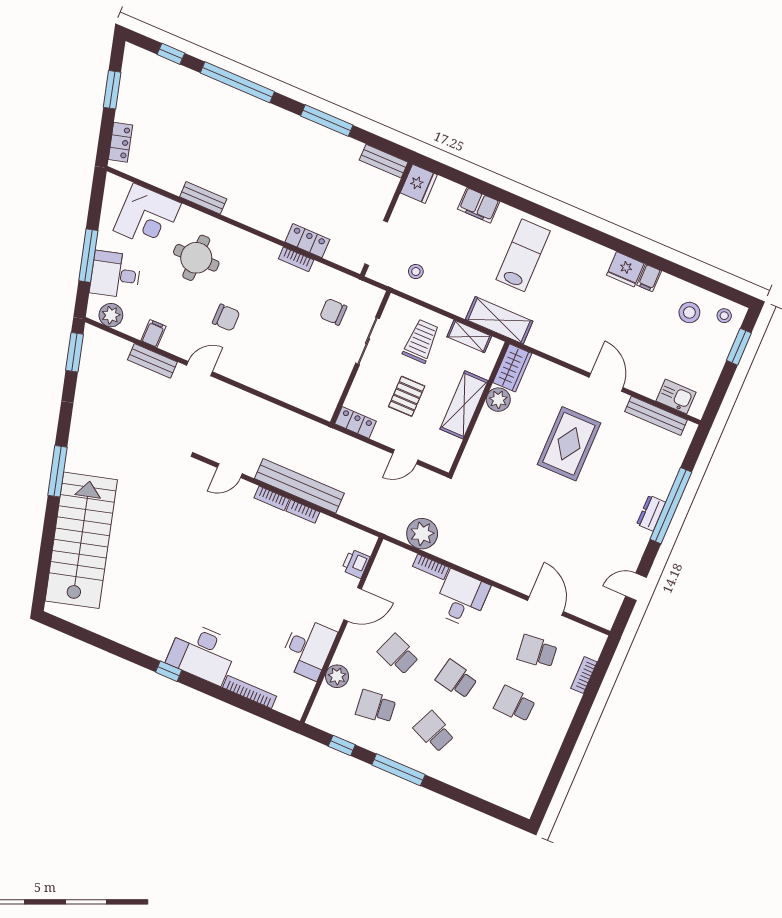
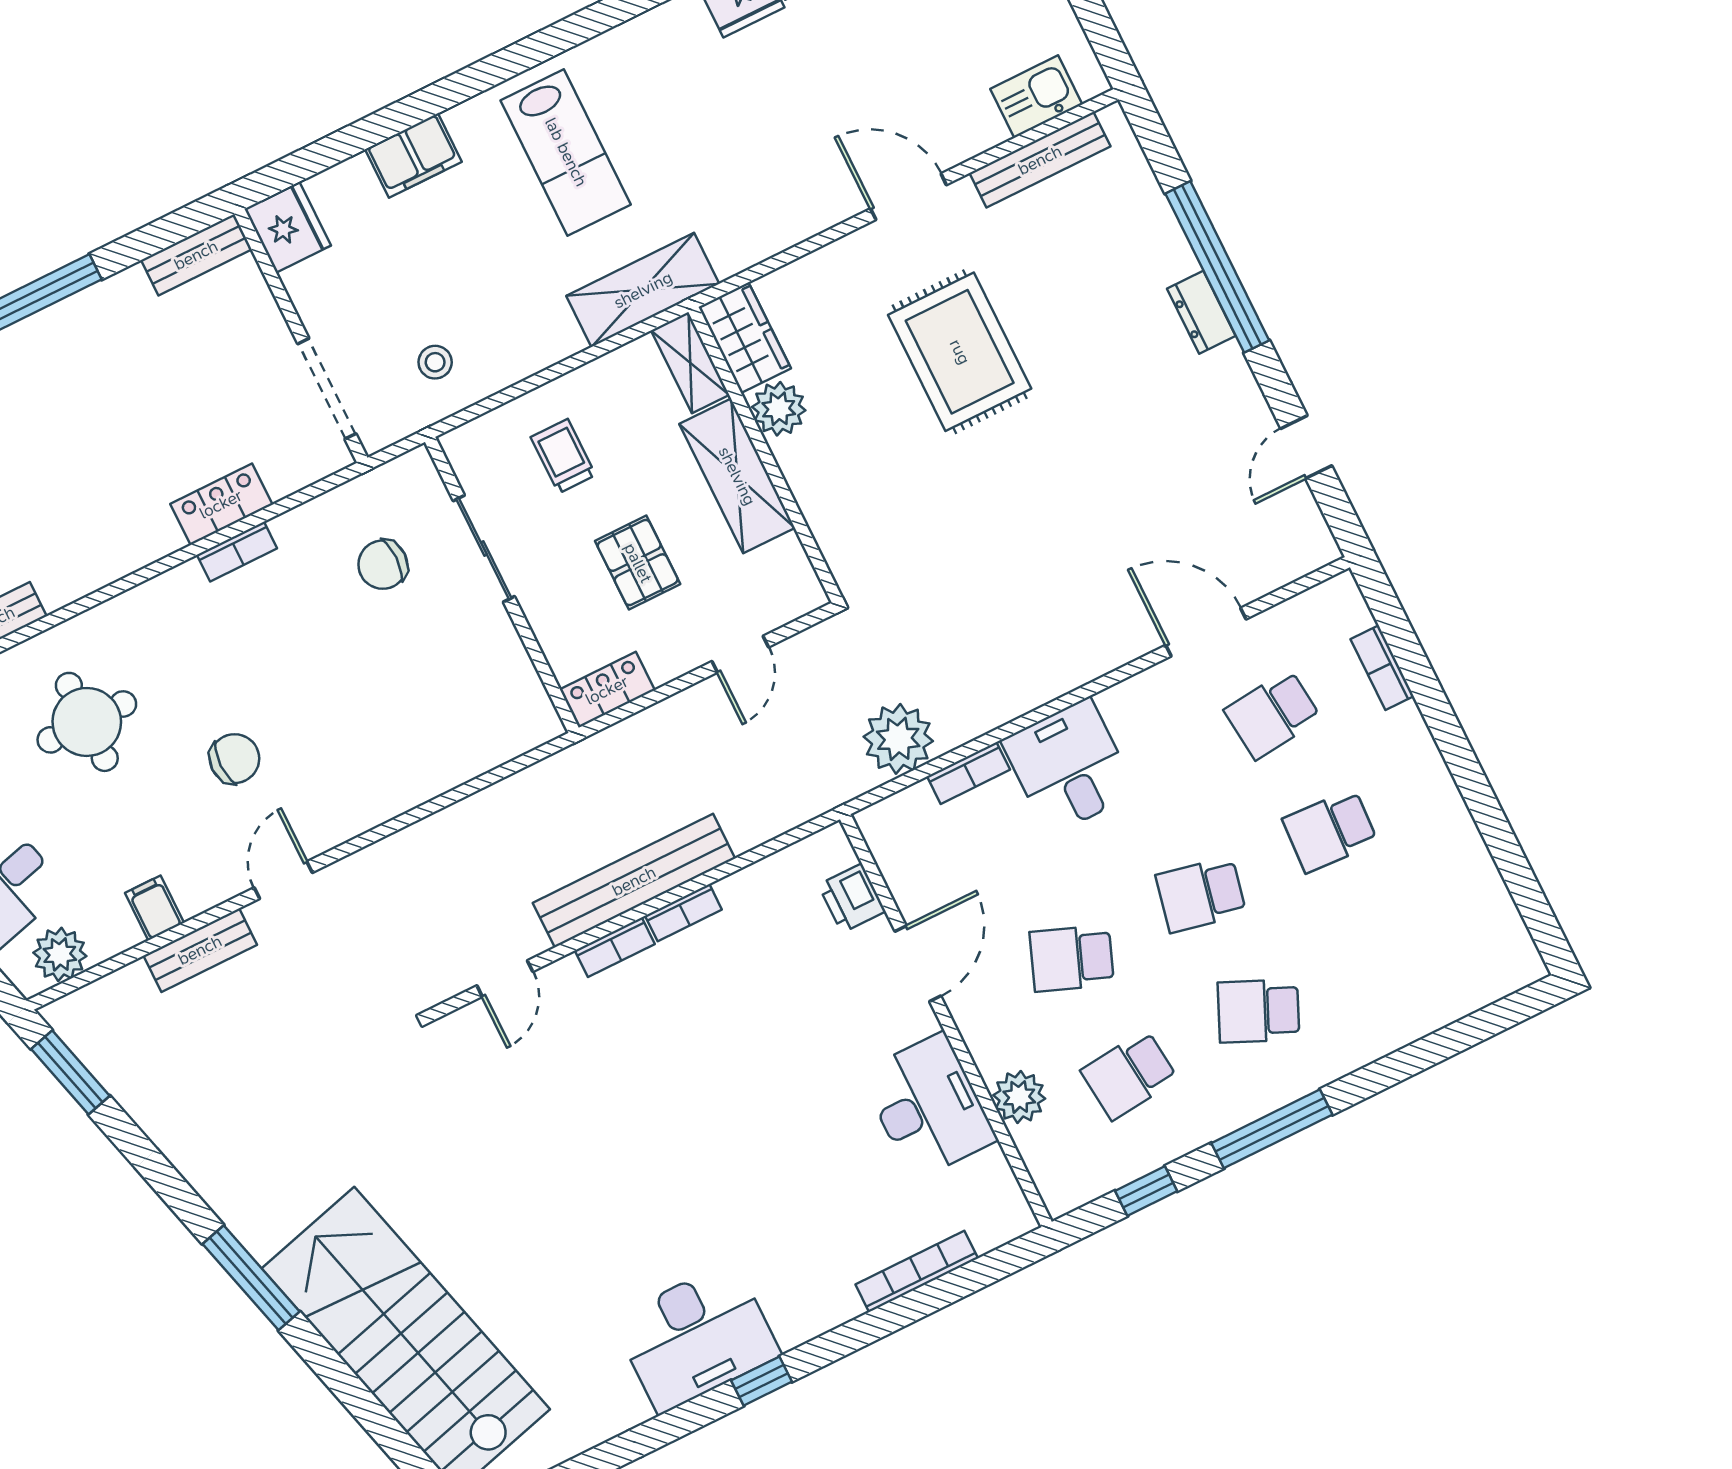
lab bench: (523, 255) -> (566, 152), turned 180
shelving: (469, 336) -> (690, 363), moved, turned 90
trolley: (421, 341) -> (563, 456), width x0.73, depth x0.72
desk: (202, 653) -> (696, 1337), moved

